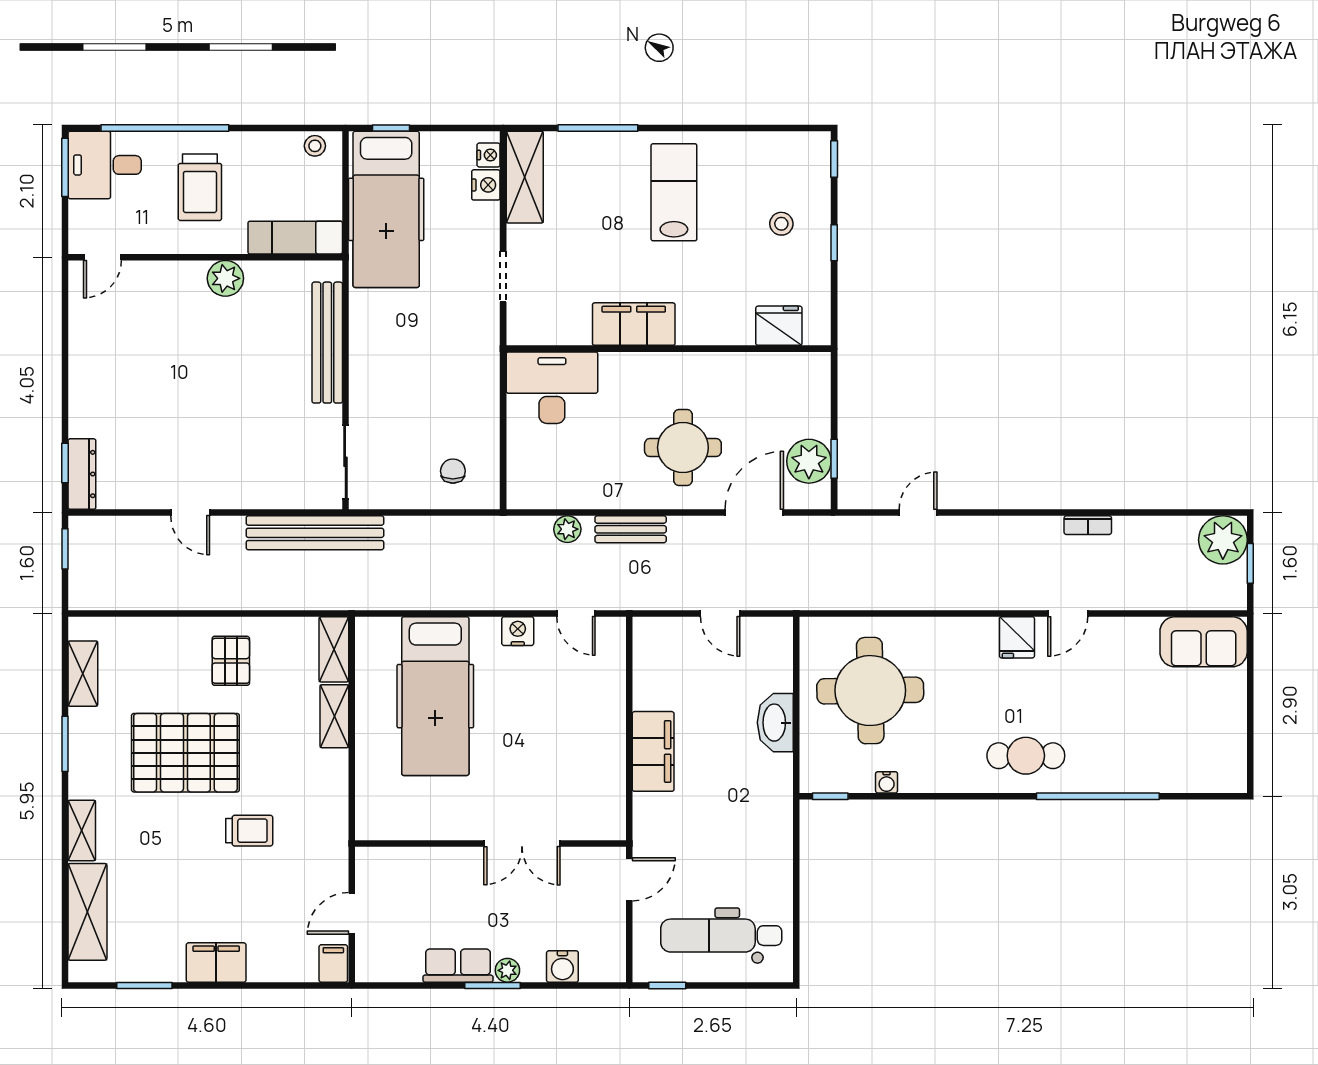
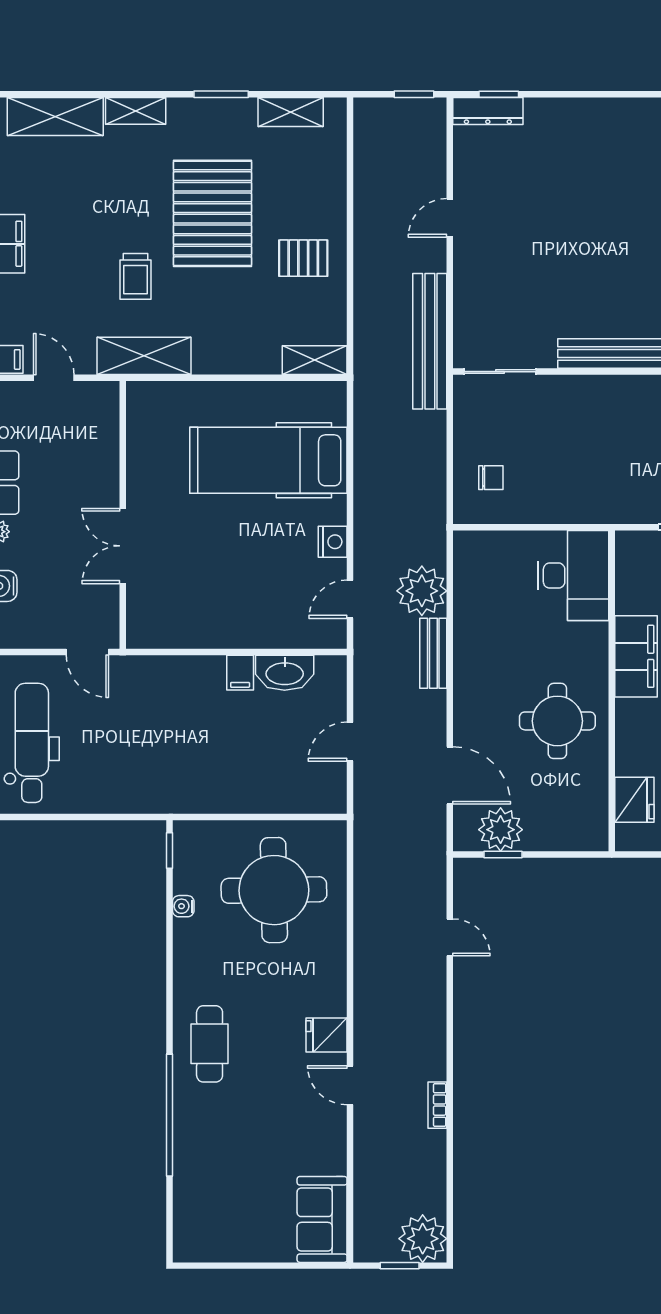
round table: (683, 448) -> (557, 721), moved
plant: (567, 529) -> (422, 591), width x1.87, depth x1.87
shelving: (334, 716) -> (144, 356), moved, width x1.50, depth x1.33
washbasin: (775, 723) -> (285, 673), moved, turned 180
filing cabinet: (653, 751) -> (240, 673), width x0.33, depth x0.86

